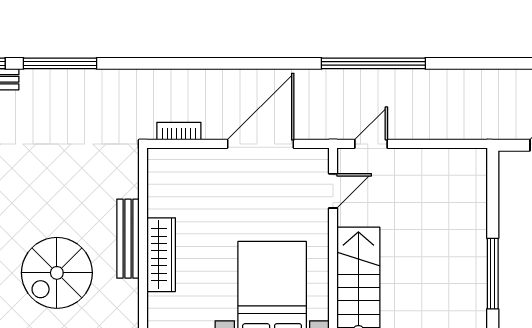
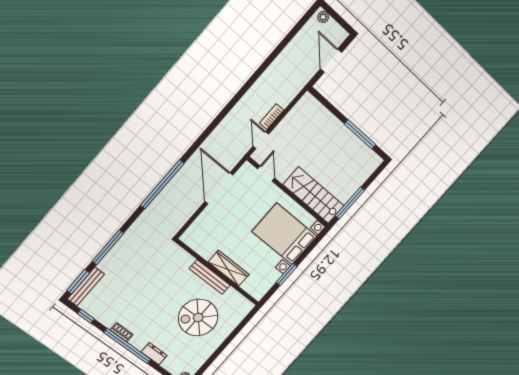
window: (373, 63) -> (162, 184), moved
bookcase: (179, 131) -> (272, 117), moved
spiral stairs: (57, 273) -> (198, 318), turned 90

